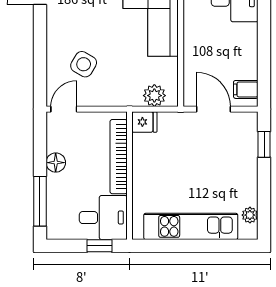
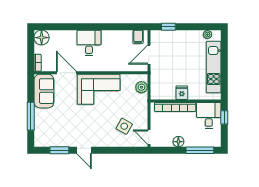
fridge: (144, 122) -> (182, 93), moved

